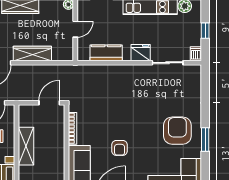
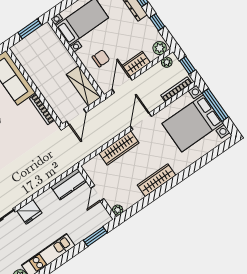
kitchen counter: (106, 53) -> (69, 184), moved
shelving: (26, 146) -> (84, 86), moved

